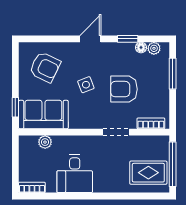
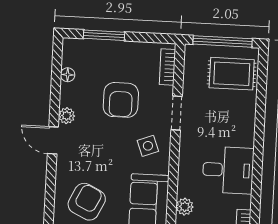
window: (128, 39) -> (55, 92), removed
plant: (154, 48) -> (67, 116), moved
side table: (86, 85) -> (148, 146), moved
rug: (148, 173) -> (232, 74), turned 90

